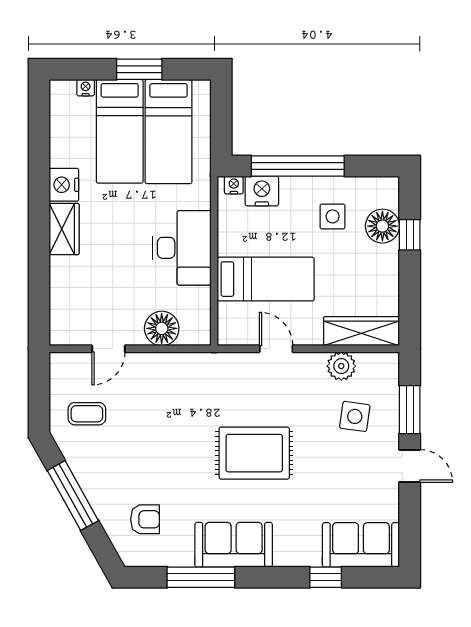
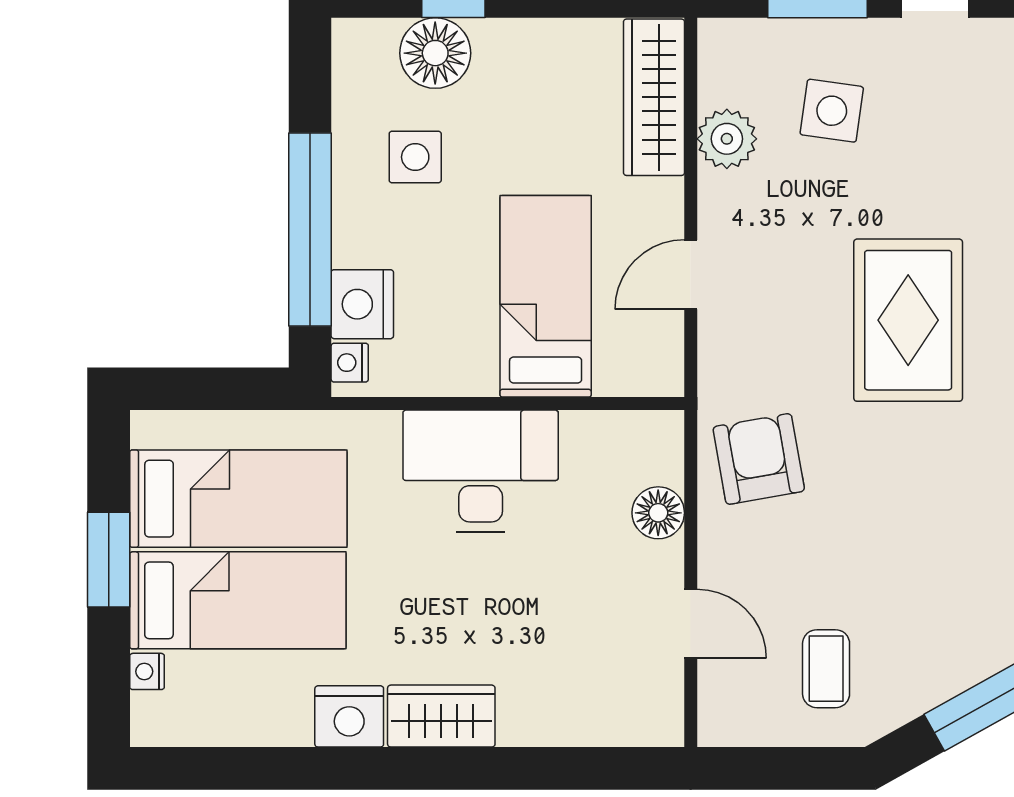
floor lamp: (162, 328) -> (658, 513), width x0.73, depth x0.73
armchair: (188, 381) -> (759, 459), added

